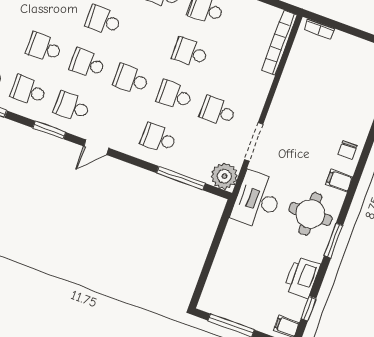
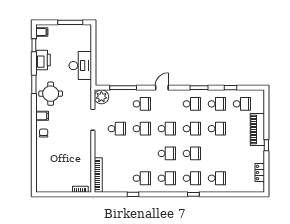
school desk: (190, 52) -> (167, 153), moved
door: (96, 147) -> (162, 88), moved
desk: (257, 200) -> (80, 66), moved

